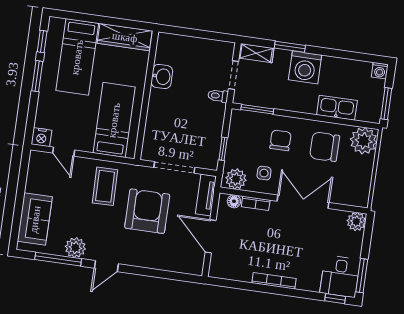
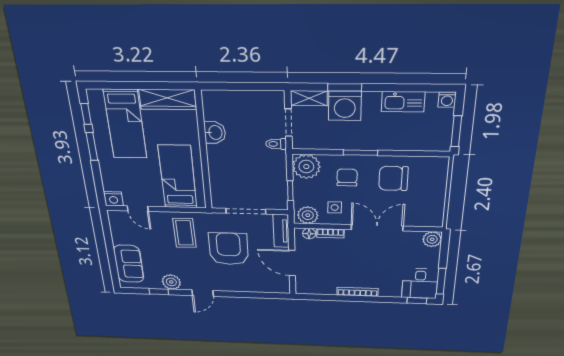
washing machine: (305, 67) -> (345, 106), moved
kitchen sink: (337, 108) -> (403, 102), moved, turned 180
window: (257, 109) -> (360, 153), moved
plant: (364, 141) -> (306, 167), moved
window: (58, 259) -> (159, 292), width x0.46

